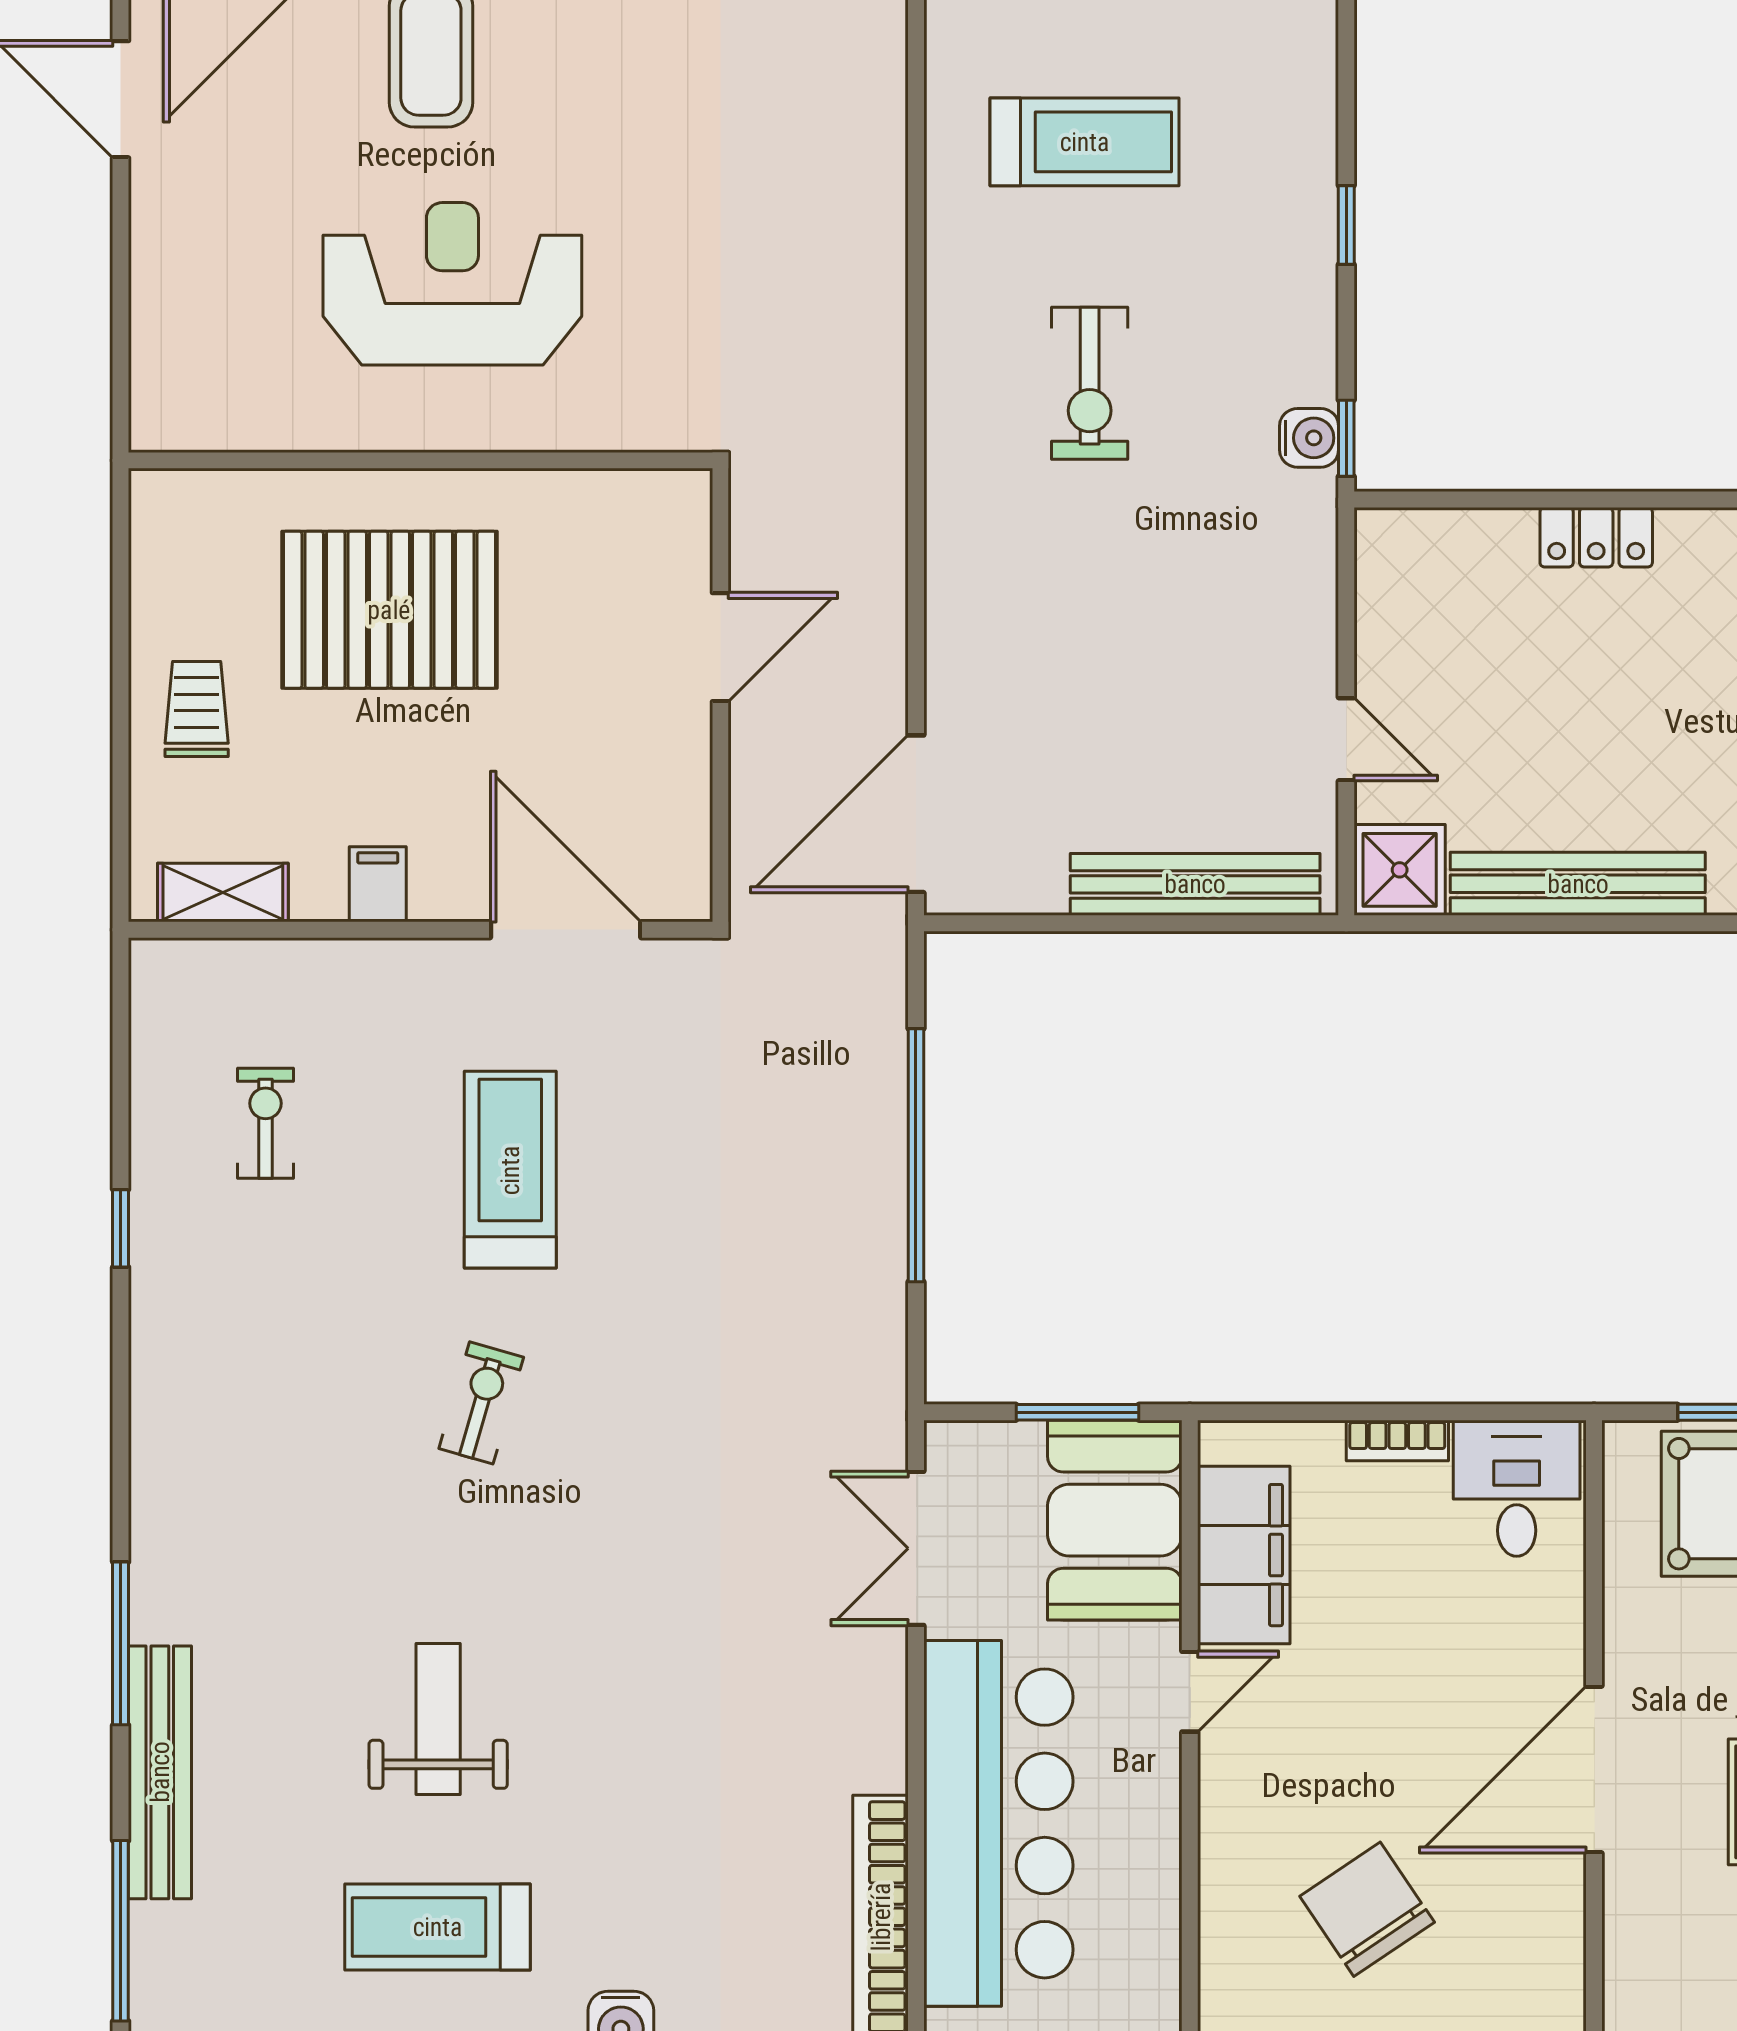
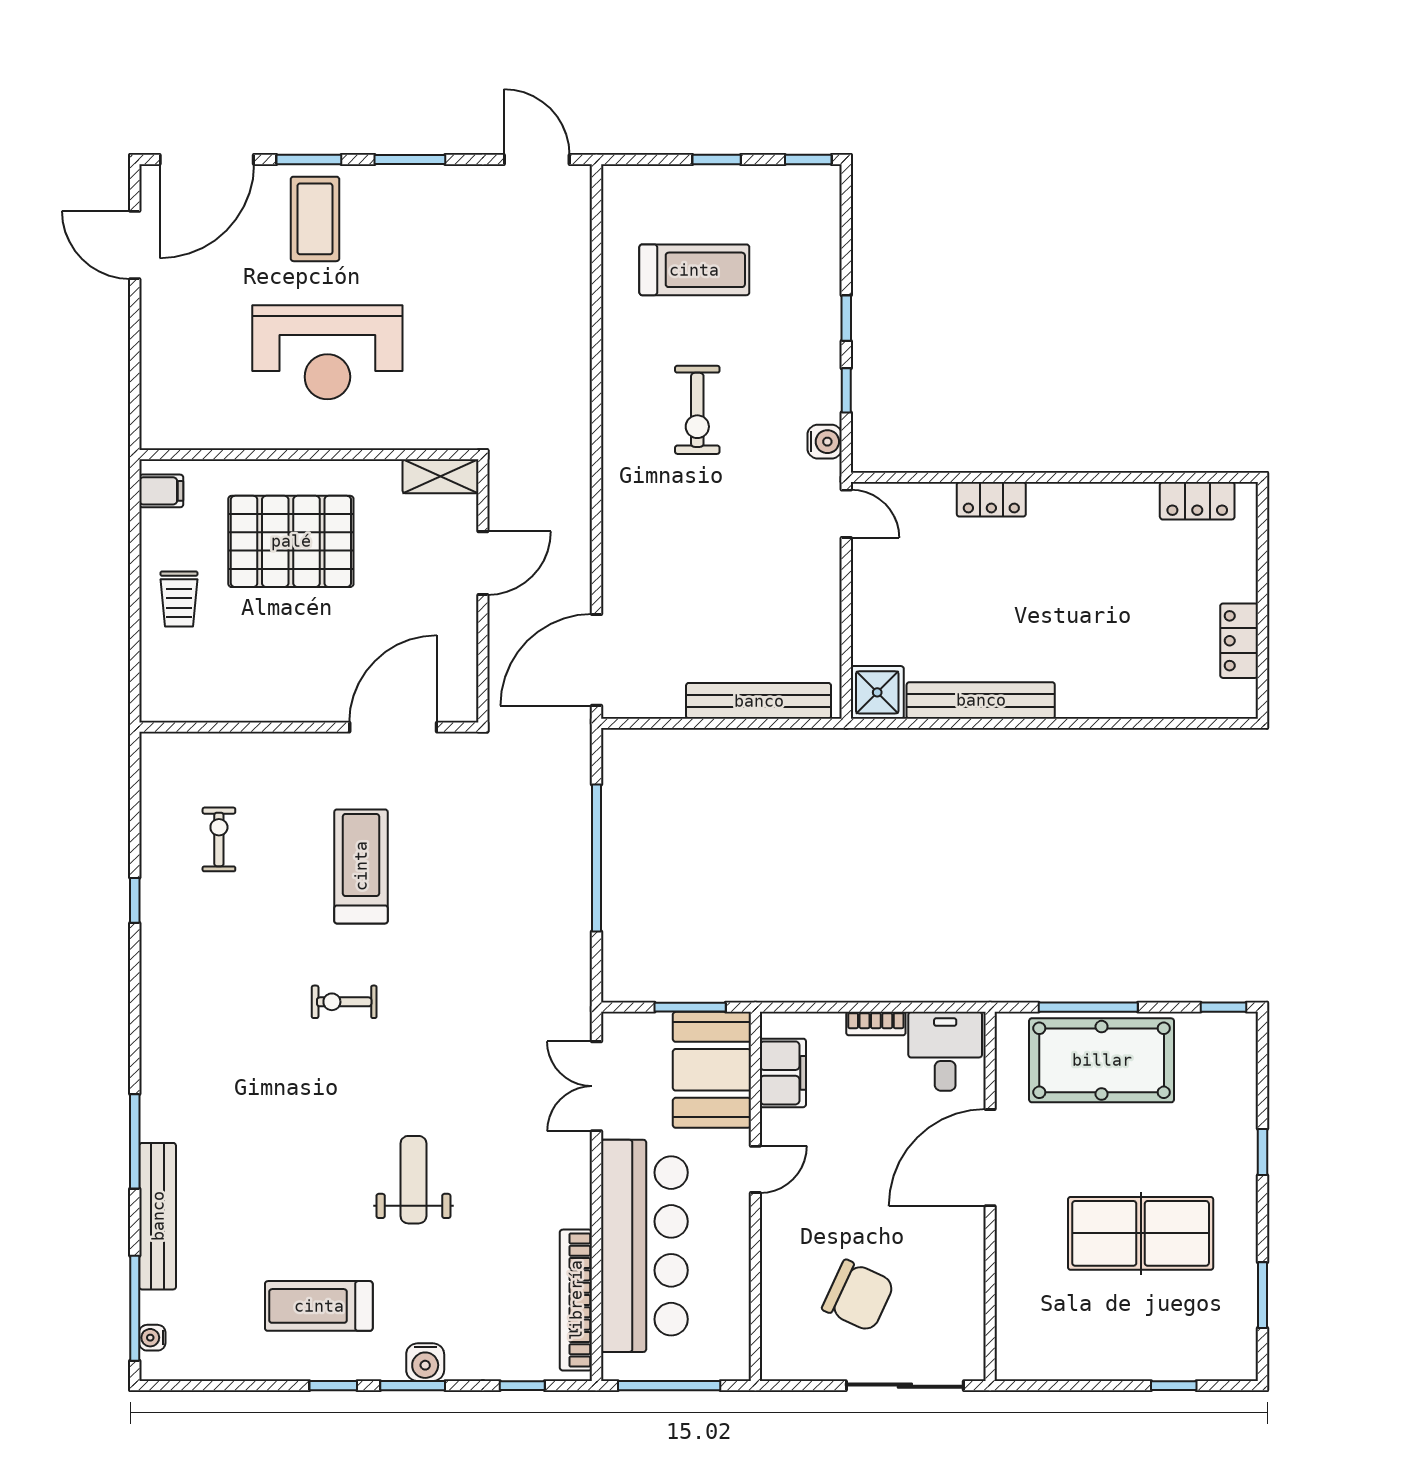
reception desk: (452, 284) -> (327, 352), turned 180
window: (1346, 438) -> (846, 390), moved
trolley: (197, 709) -> (179, 599), turned 180
door: (1346, 739) -> (846, 514), moved
filing cabinet: (378, 884) -> (161, 491), moved, turned 90
shelving: (223, 893) -> (441, 476), moved
door: (566, 930) -> (393, 727), hinge flipped
exercise bike: (481, 1403) -> (344, 1002), turned -106
filing cabinet: (1244, 1555) -> (783, 1073), width x0.67, depth x0.86
weight bench: (438, 1719) -> (413, 1180), moved
door: (1594, 1770) -> (990, 1158), moved
chair: (1367, 1909) -> (858, 1296), turned 149
water cooler: (151, 1982) -> (152, 1338), added

